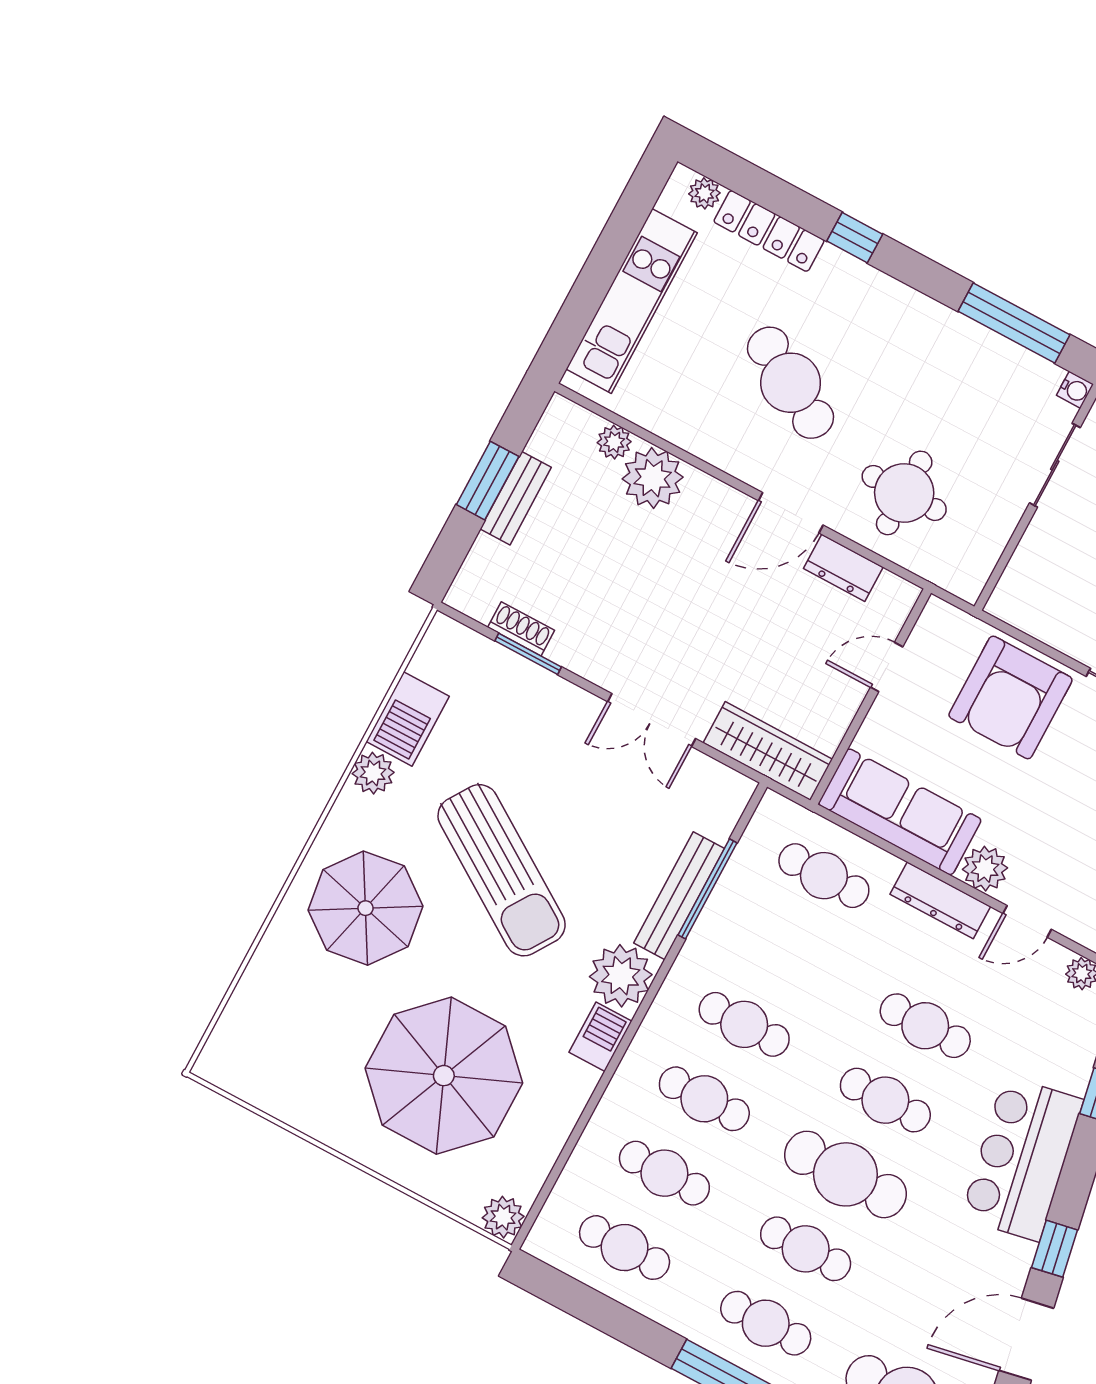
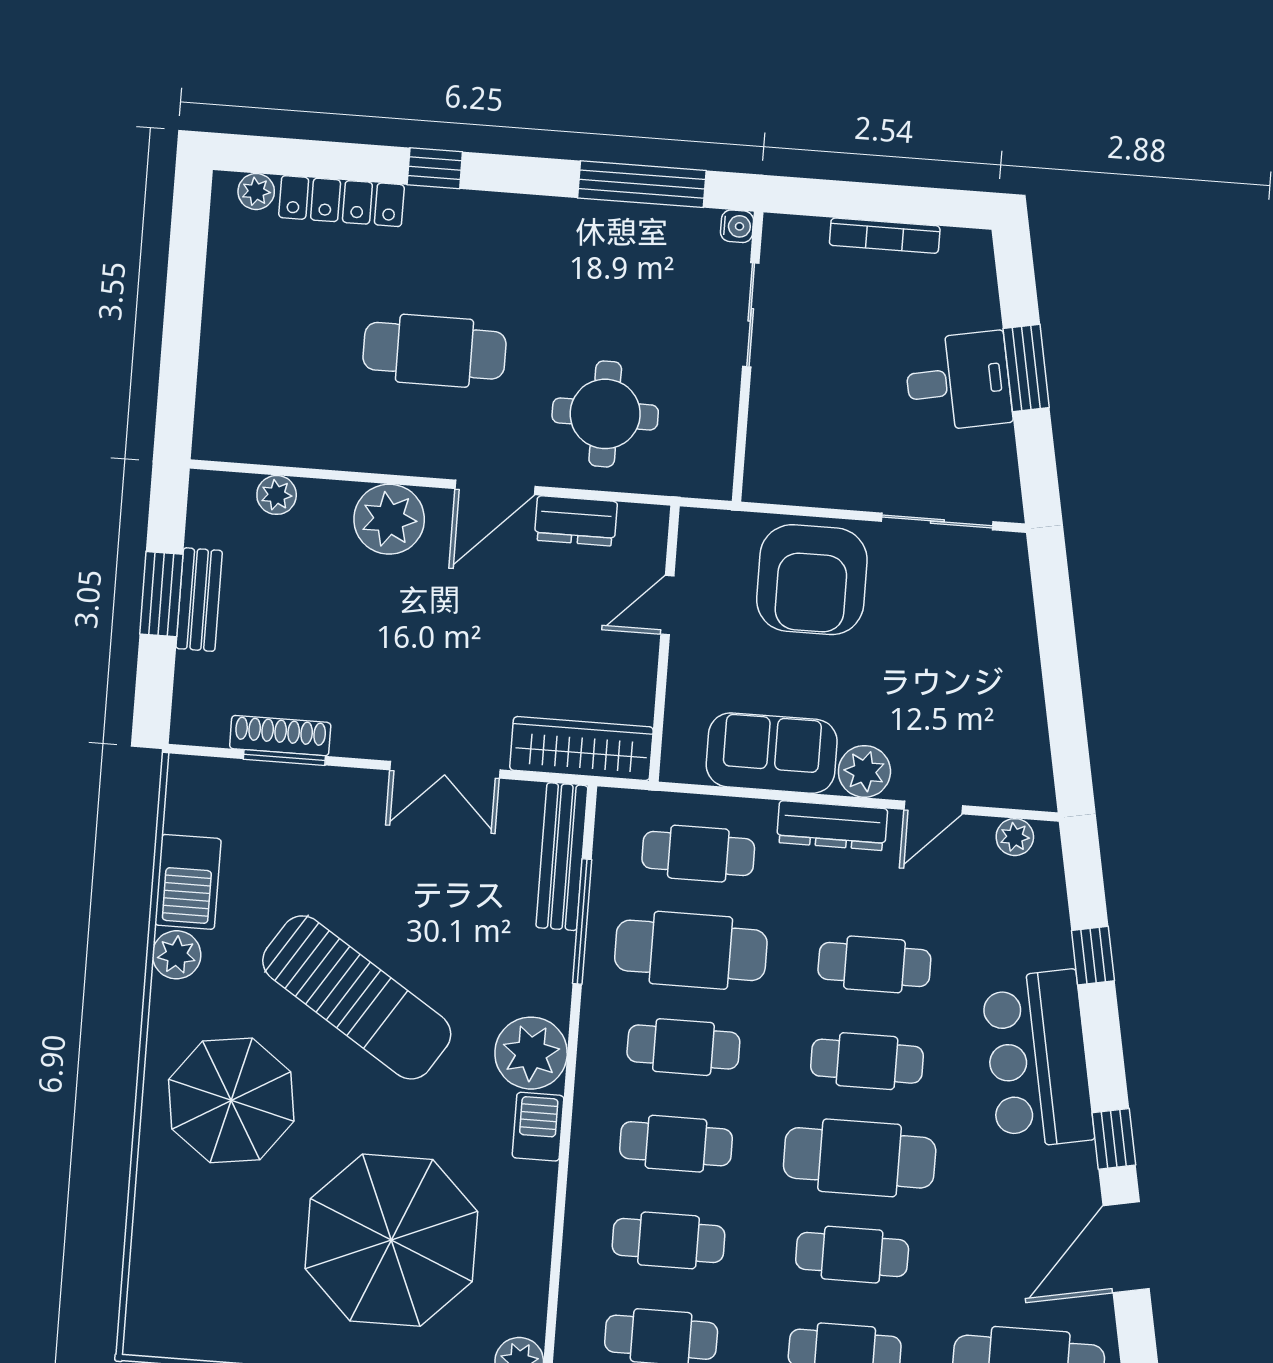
kitchen unit: (632, 301) -> (229, 338), removed
cafe table: (791, 383) -> (435, 351), turned -30
plant: (653, 478) -> (389, 519), moved
shoe rack: (521, 629) -> (280, 736), width x1.43
sofa: (900, 812) -> (772, 753), width x0.73
bench: (679, 896) -> (562, 857), moved
cafe table: (784, 950) -> (691, 950), added

